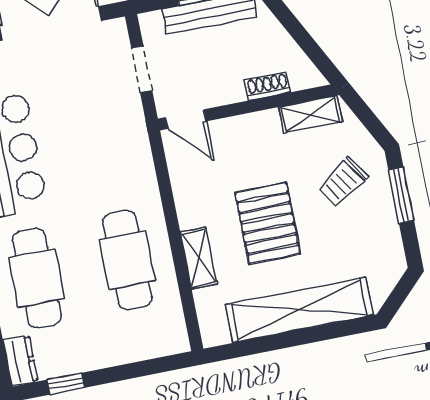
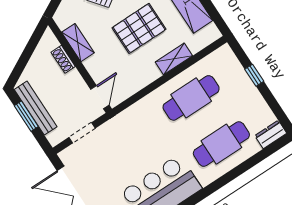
shelving: (310, 114) -> (78, 43), moved
window: (66, 384) -> (254, 75), moved

